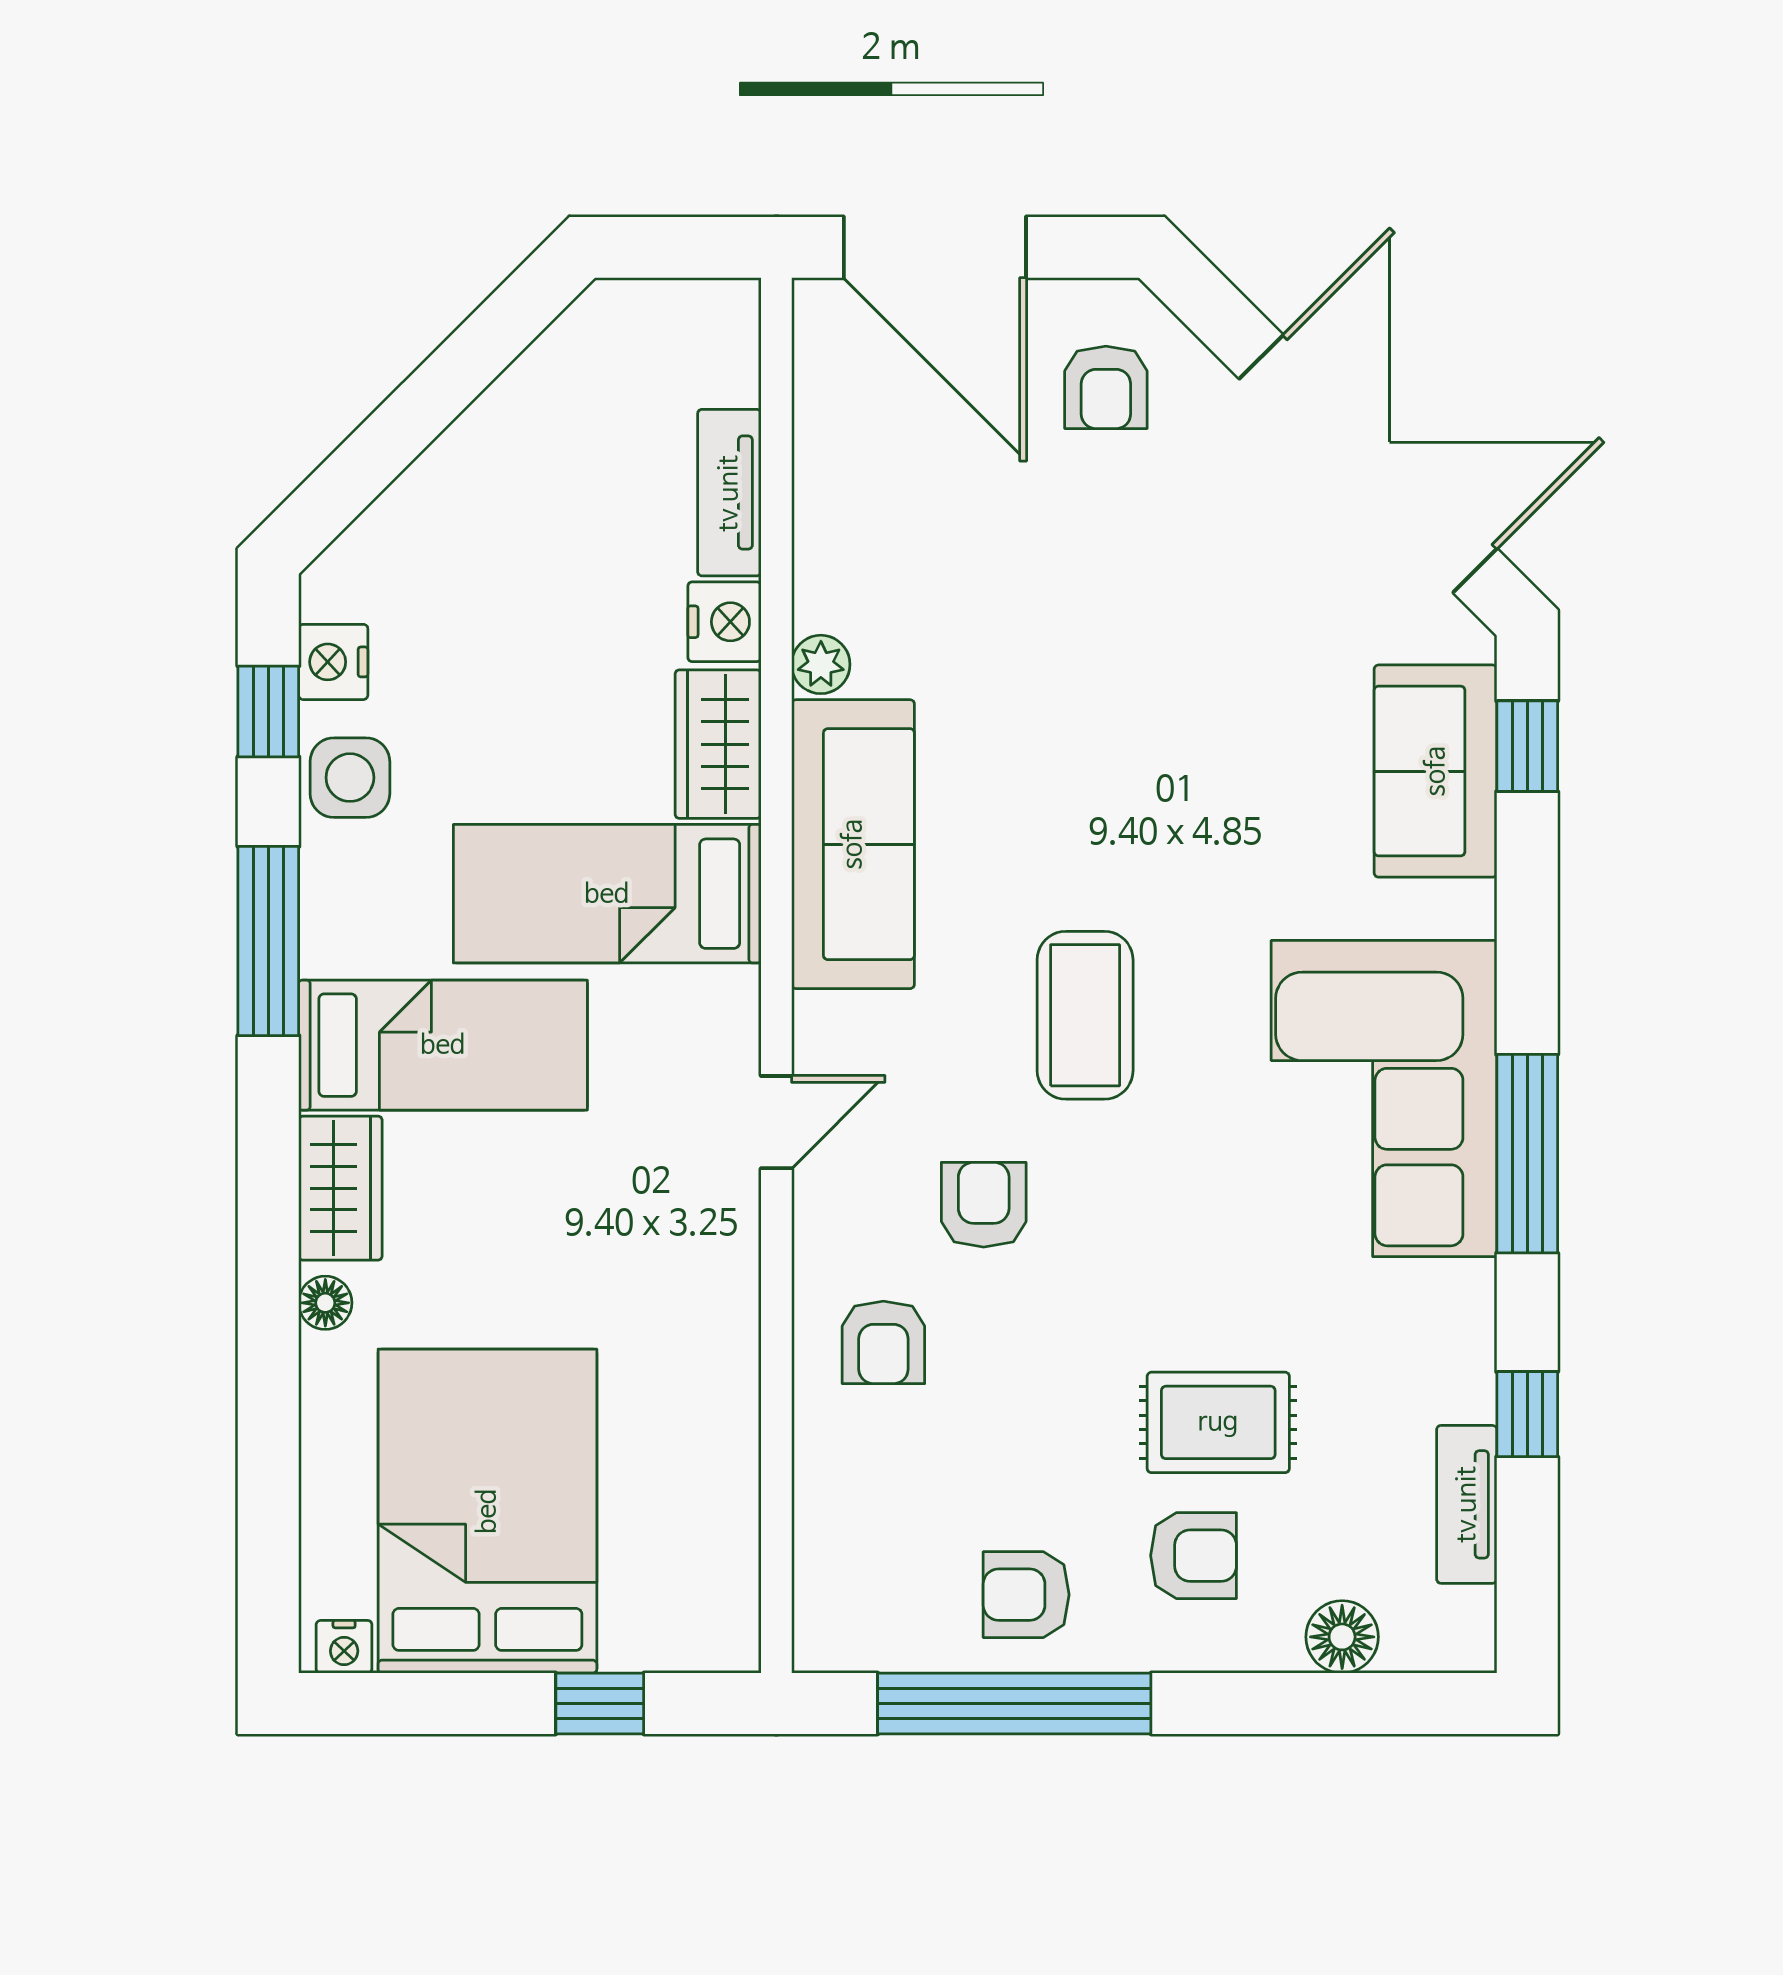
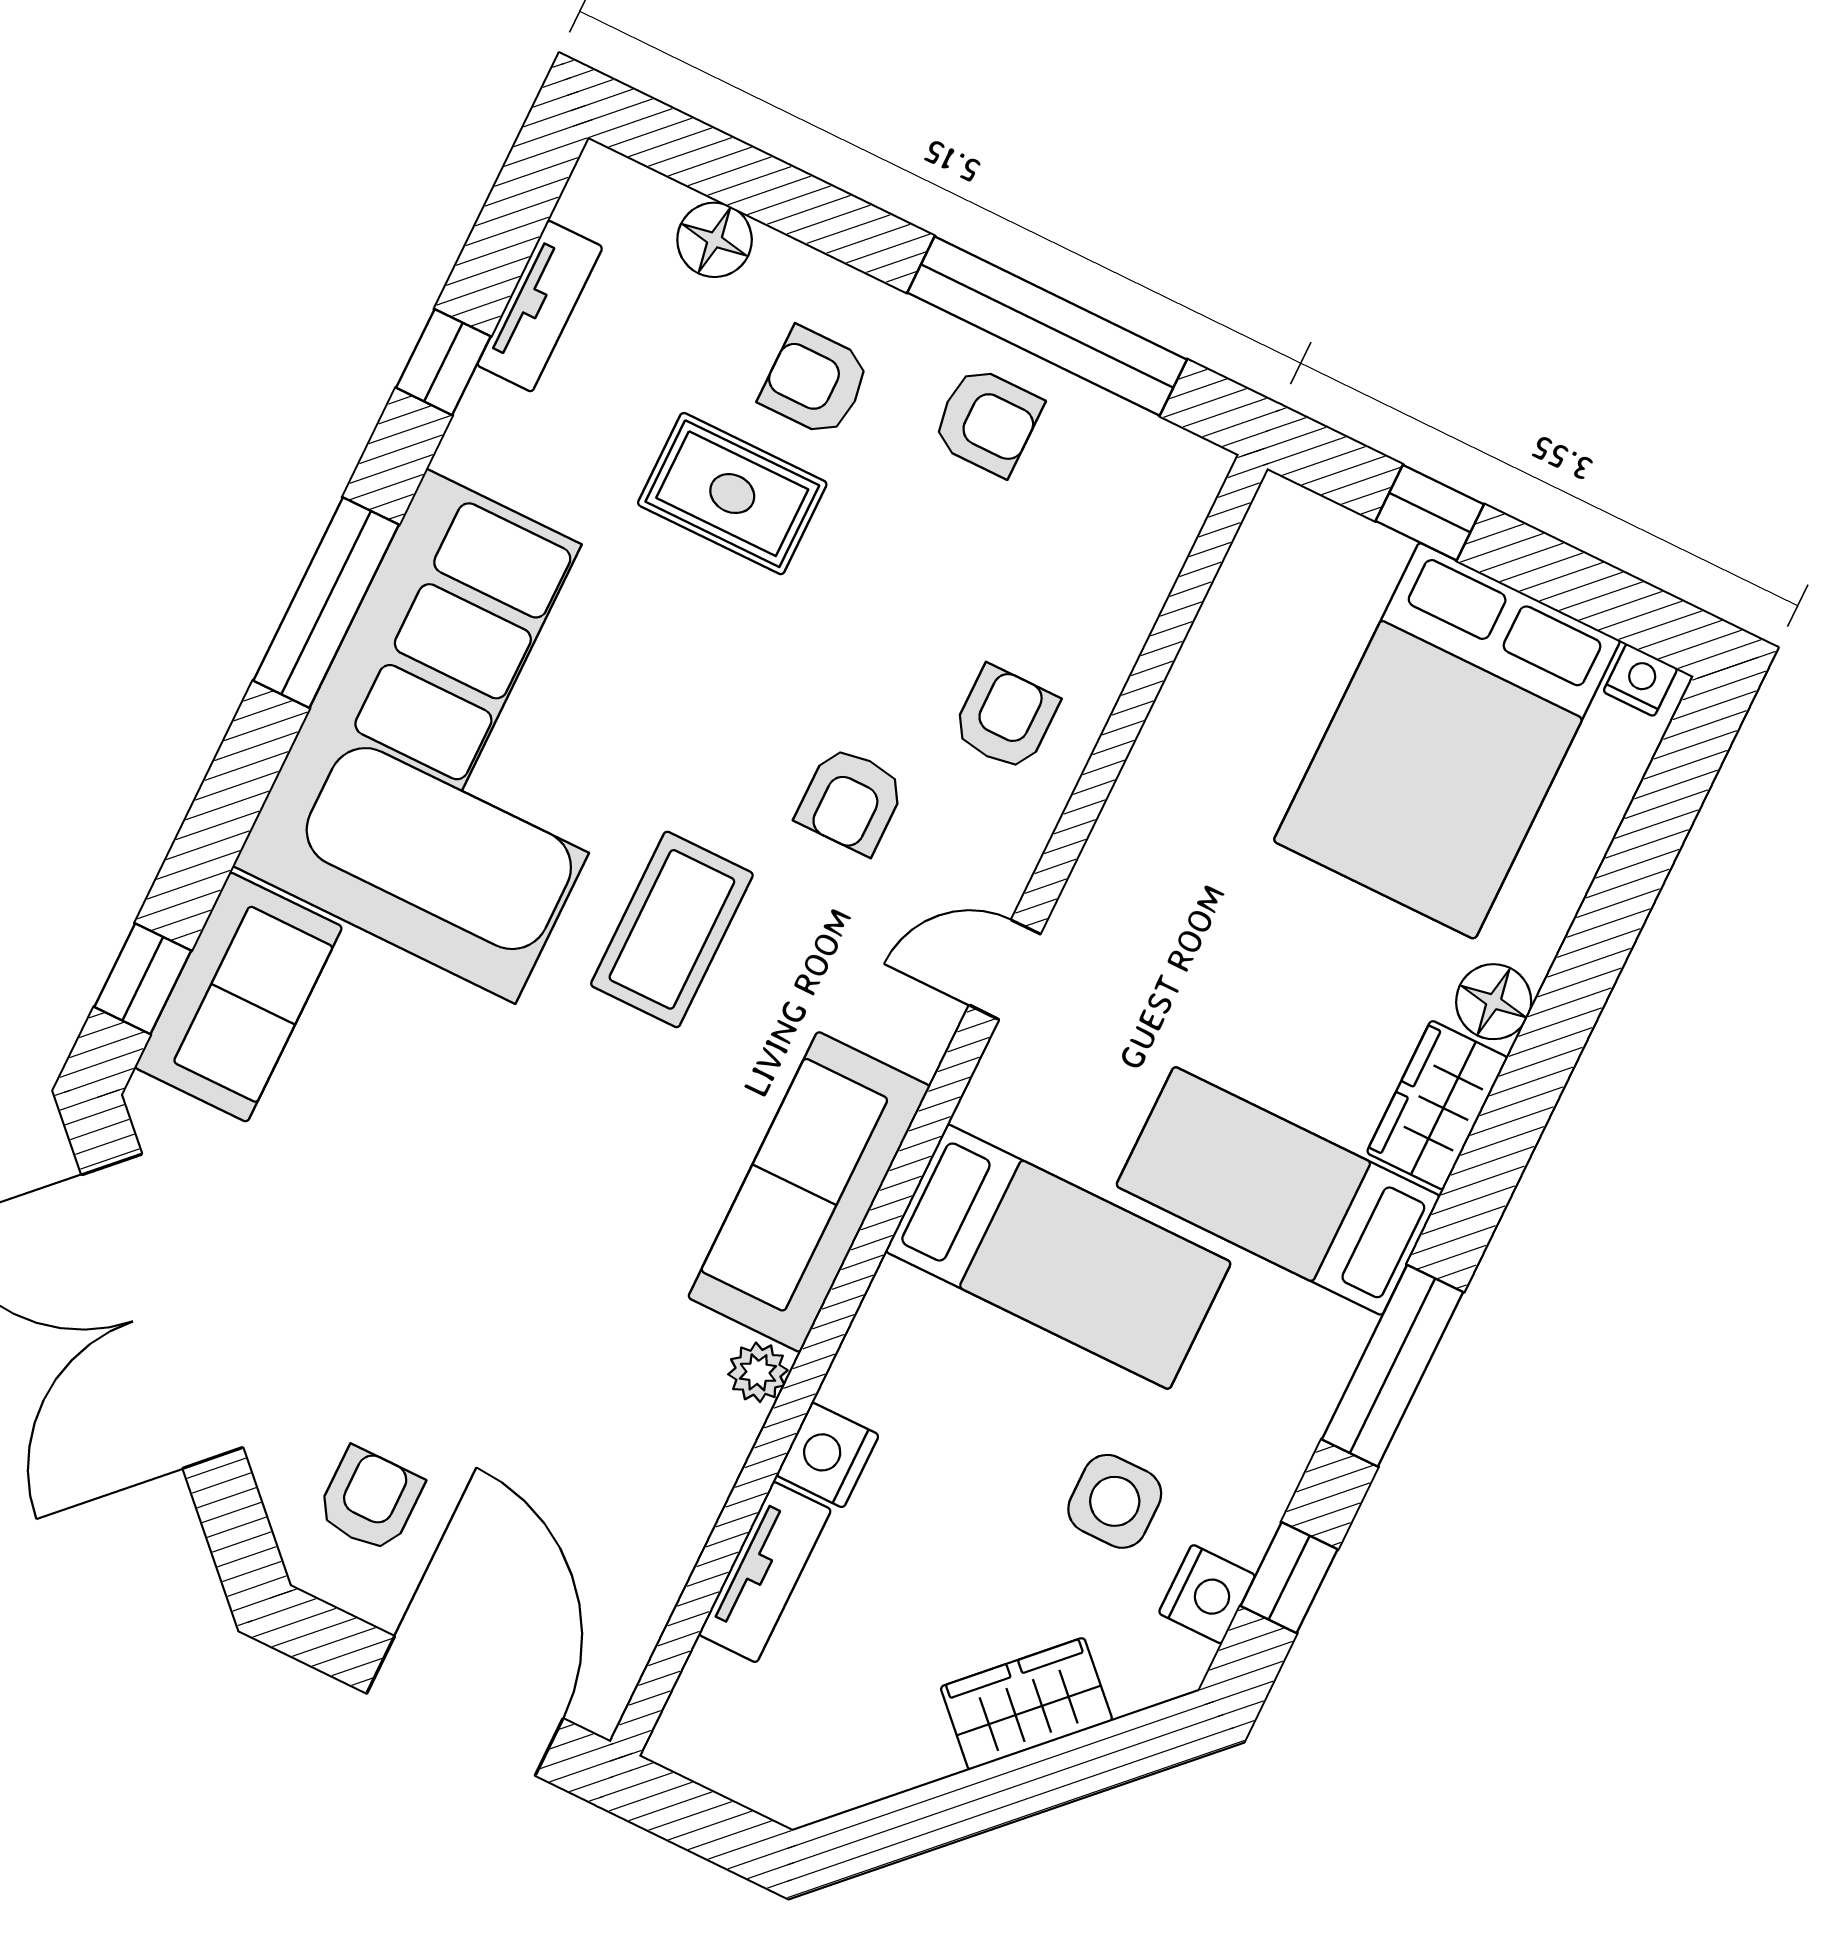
wardrobe: (718, 744) -> (1026, 1704), moved, turned -135
side table: (350, 778) -> (1115, 1501), moved
corner sofa: (1384, 1099) -> (471, 736), width x1.36, depth x1.36
floor lamp: (325, 1303) -> (1494, 1002), width x1.37, depth x1.37

